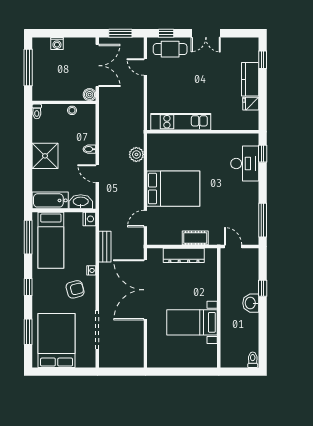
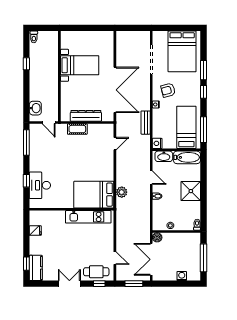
kitchen counter: (250, 79) -> (36, 268), moved
window: (263, 154) -> (26, 181), moved
bed: (173, 189) -> (94, 195), moved
window: (263, 288) -> (26, 64), moved
washbasin: (251, 303) -> (35, 108), moved
window: (28, 332) -> (203, 70), moved

